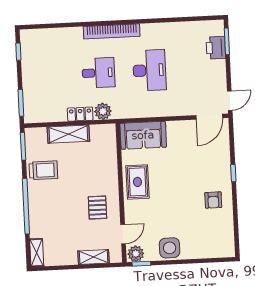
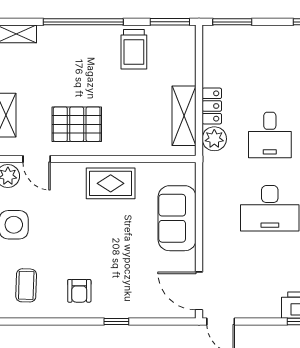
shelving: (68, 134) -> (184, 116), moved
sofa: (143, 135) -> (177, 218), moved
armchair: (213, 200) -> (79, 291), turned -90
pallet: (97, 208) -> (77, 124), width x1.50, depth x1.42
coffee table: (211, 237) -> (26, 285), added

